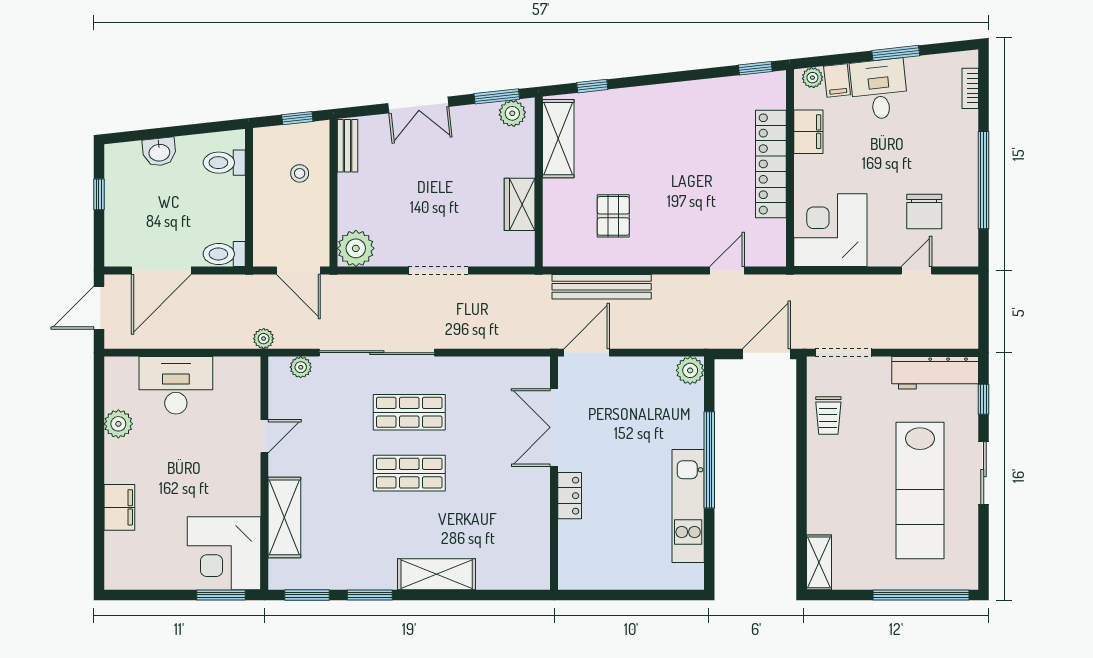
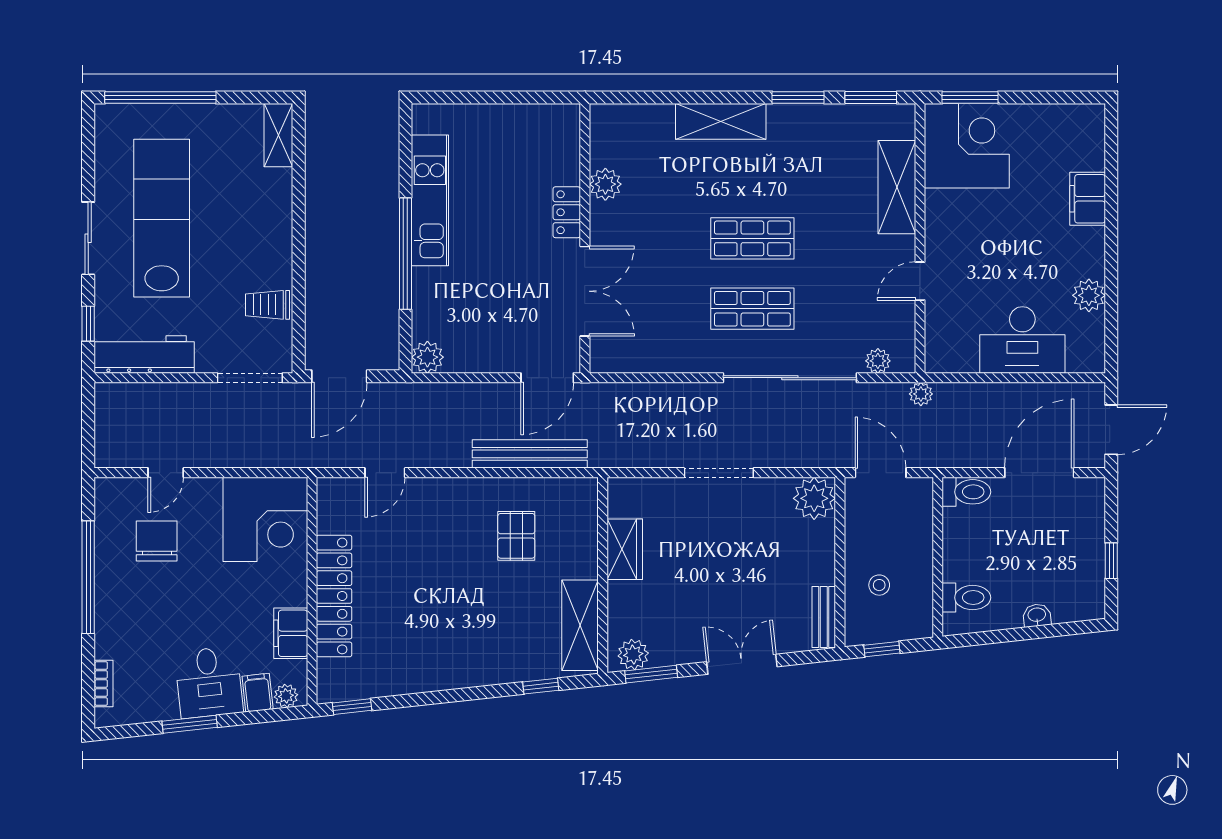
washbasin: (159, 152) -> (1037, 615), width x0.72, depth x0.69
trolley: (828, 416) -> (267, 305), turned -90
plant: (536, 520) -> (605, 184), added

